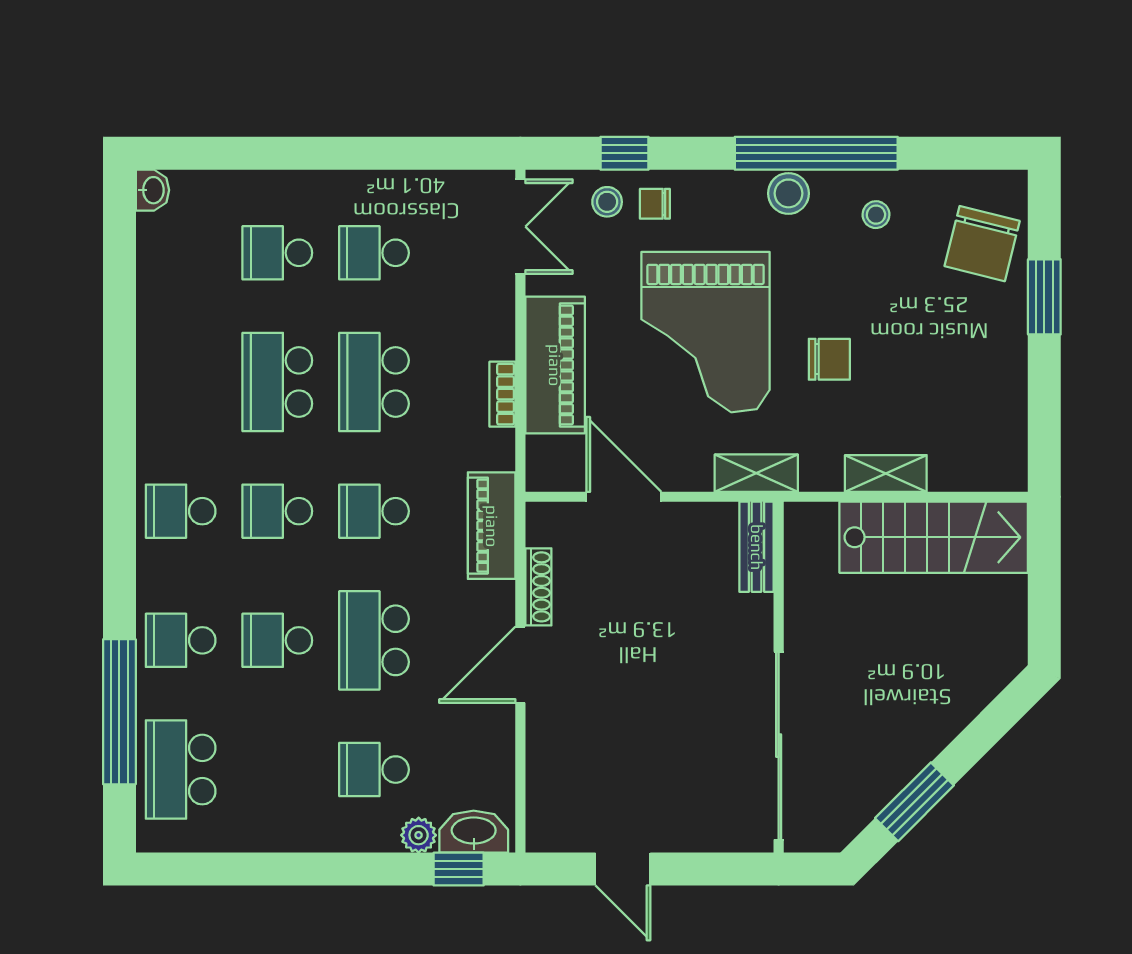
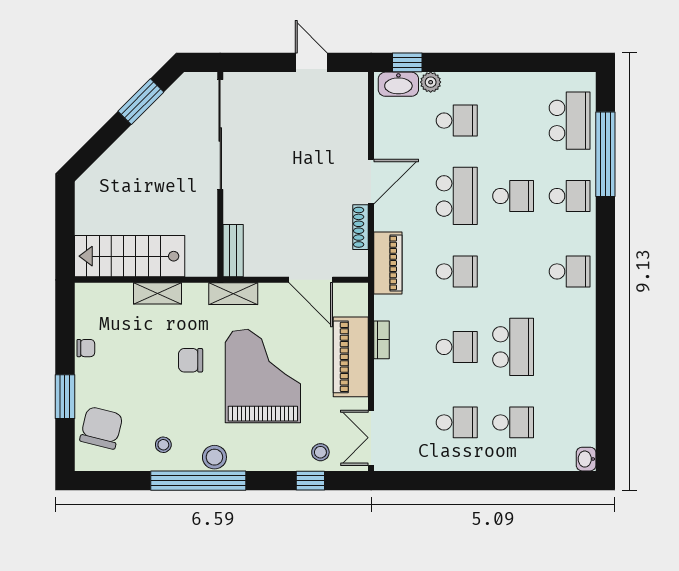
chair: (655, 204) -> (86, 348), moved
school desk: (374, 382) -> (457, 347), width x0.54
school desk: (277, 511) -> (513, 271), removed

